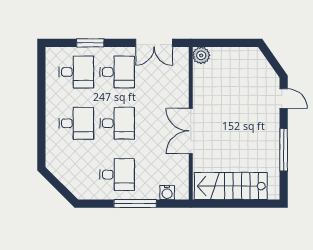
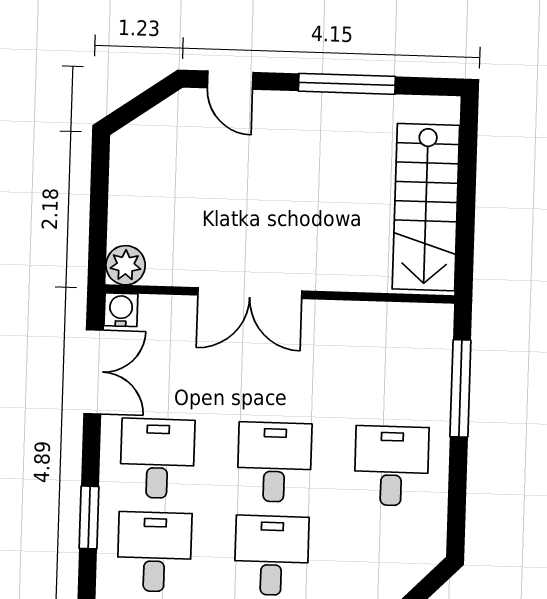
door: (284, 99) -> (230, 80), swing flipped
double door: (191, 131) -> (250, 293), moved
water cooler: (167, 192) -> (121, 310), moved, turned -90
window: (135, 204) -> (460, 388), moved

